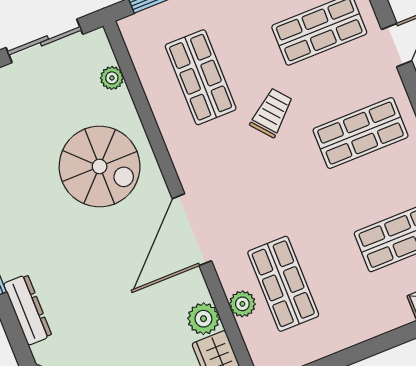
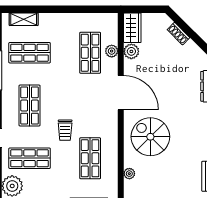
trolley: (272, 113) -> (65, 130), turned -50
shop shelf: (360, 133) -> (30, 105), turned 90
door: (192, 230) -> (121, 93), hinge flipped

